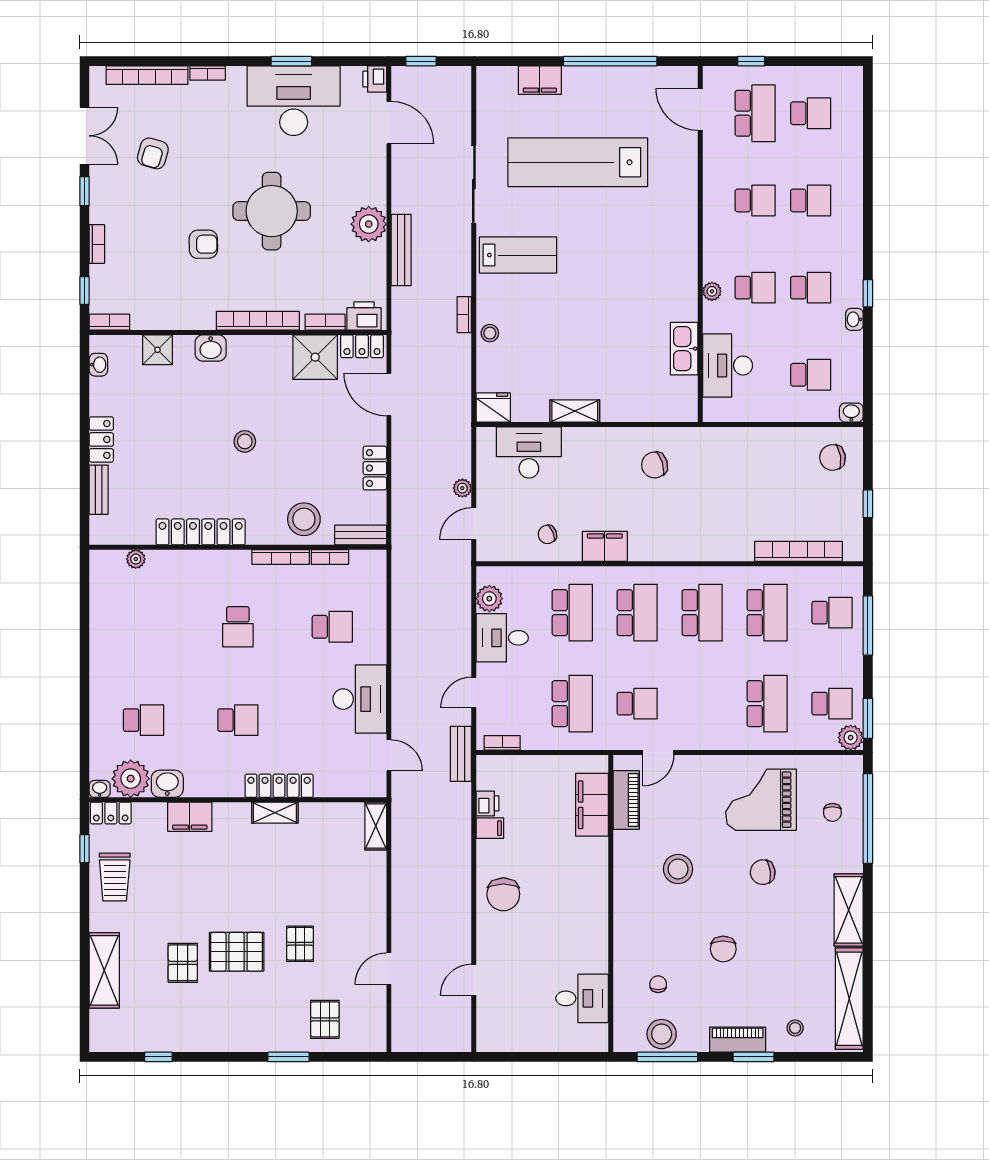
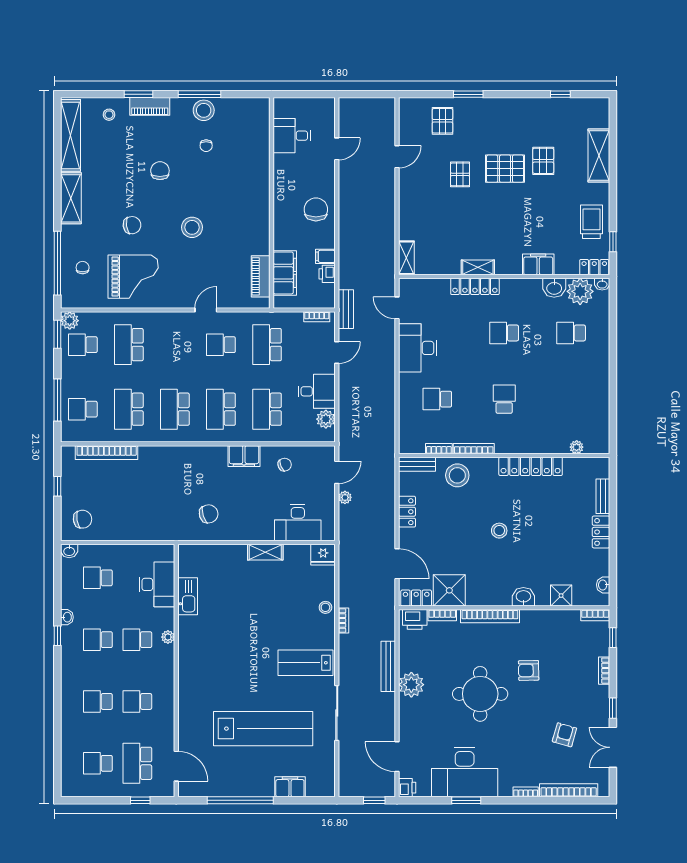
piano: (626, 800) -> (261, 276), moved
filing cabinet: (592, 805) -> (285, 273), moved
wall: (611, 904) -> (272, 203), moved
desk: (582, 998) -> (292, 136), moved

